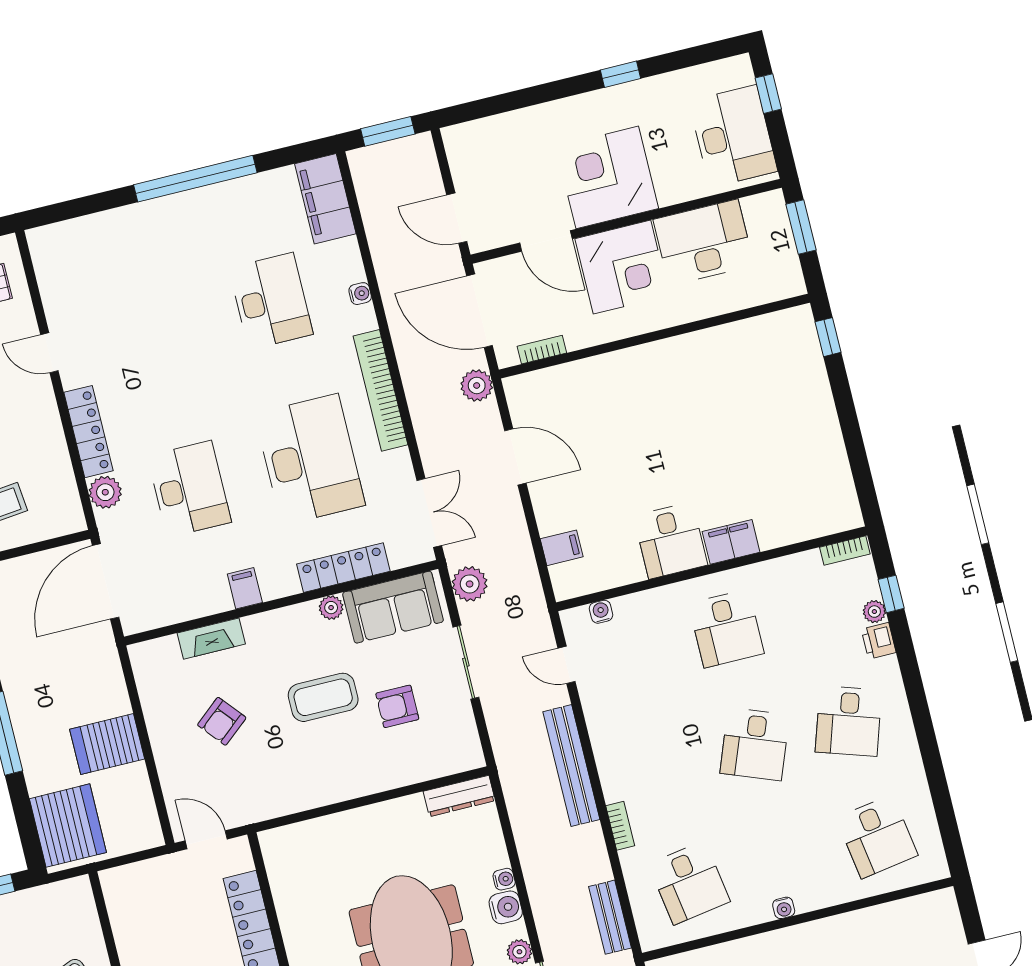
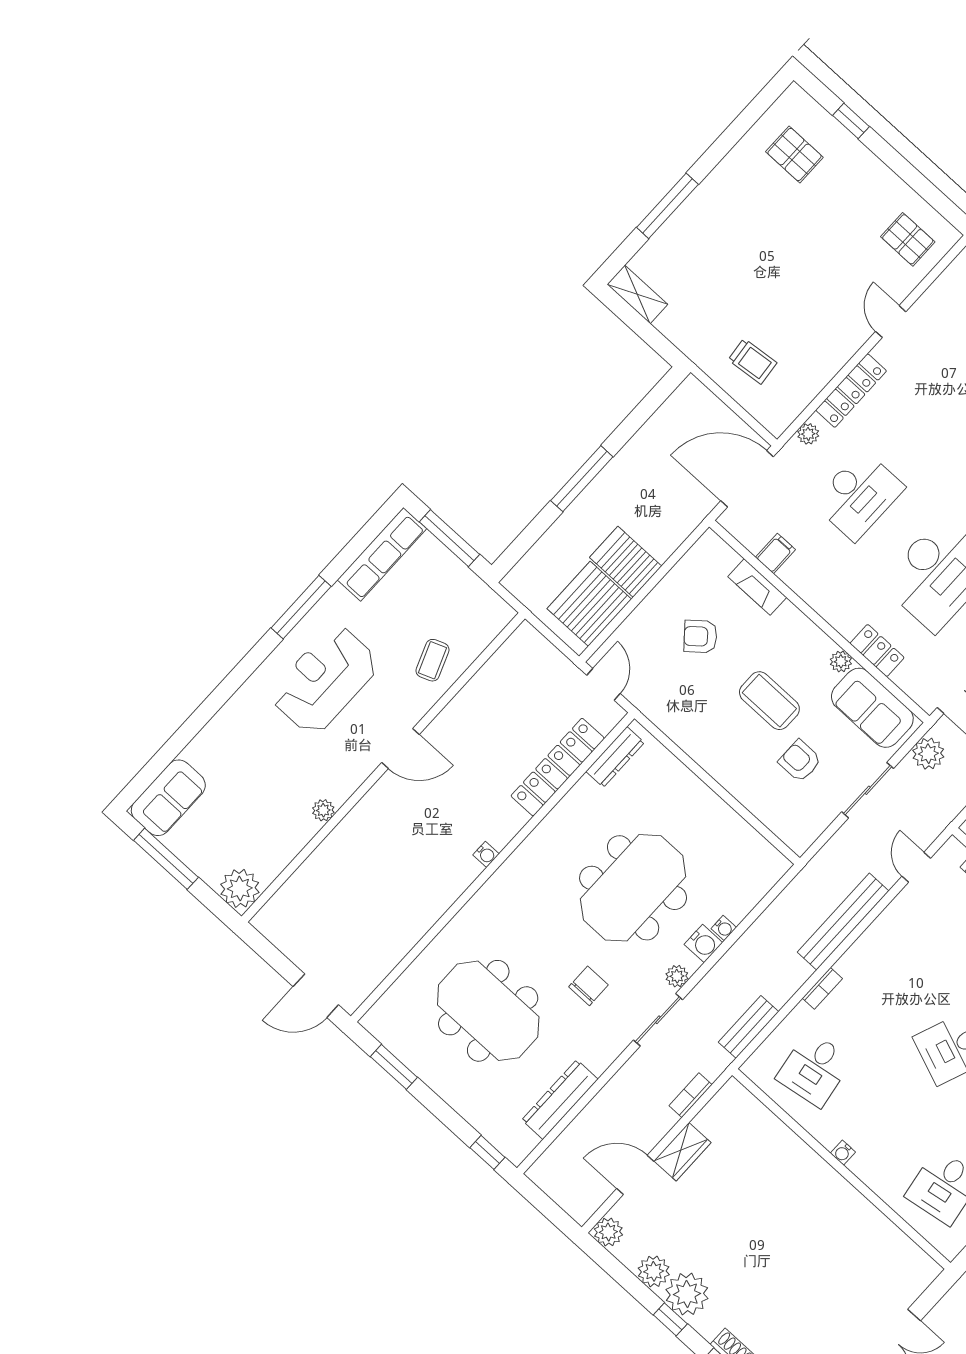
plant: (105, 492) -> (808, 434), width x0.73, depth x0.73
locker: (343, 568) -> (877, 650), width x0.66
filing cabinet: (245, 588) -> (775, 553), moved
dresser: (459, 796) -> (615, 757), moved, turned -90
server rack: (68, 826) -> (589, 604), moved, turned 180

